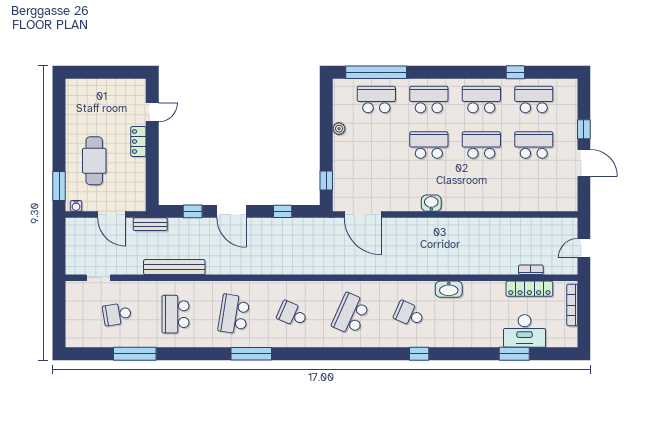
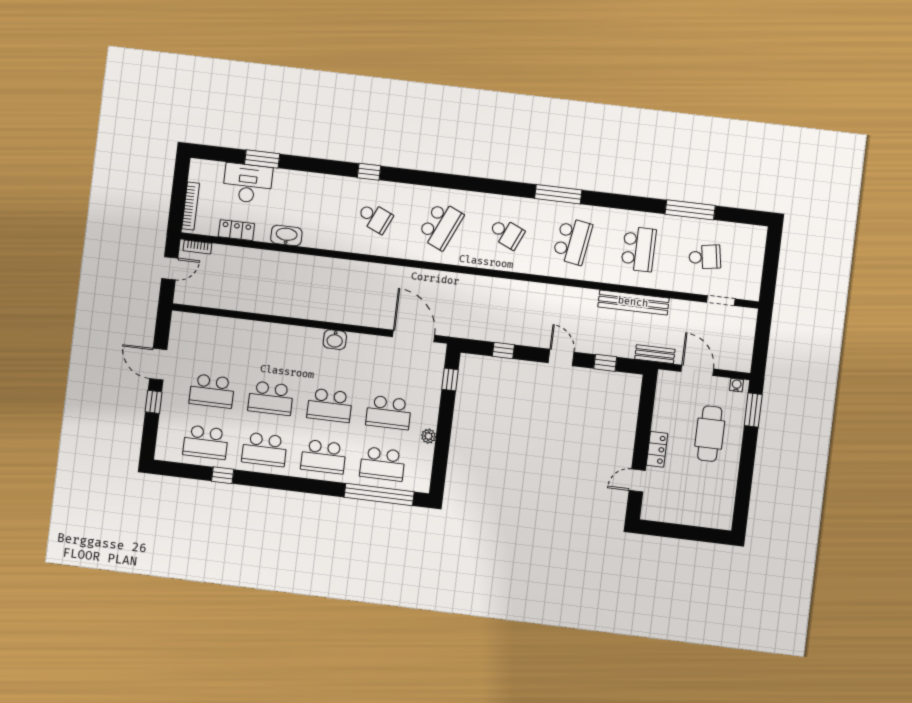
school desk: (376, 145) -> (389, 413), added
door: (232, 211) -> (561, 357), width x0.73
bookcase: (531, 270) -> (197, 247), moved
washbasin: (449, 289) -> (286, 236), moved
locker: (529, 289) -> (236, 230), width x0.66

